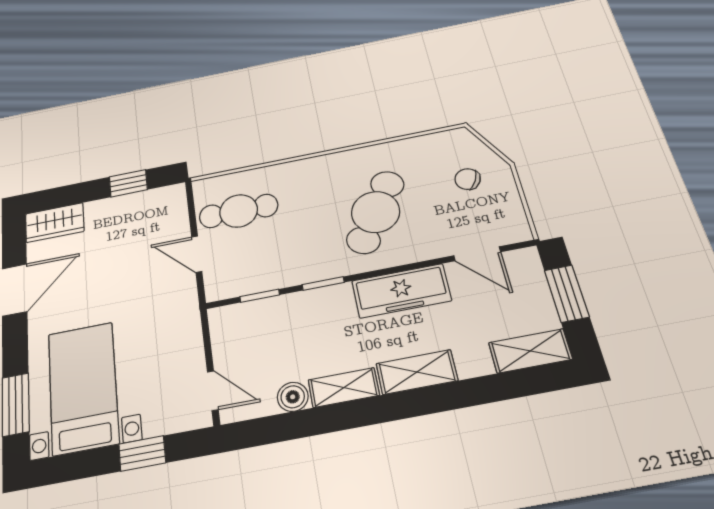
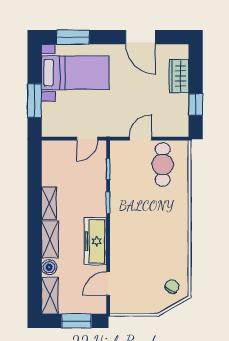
chair: (468, 179) -> (172, 287), moved
cafe table: (376, 212) -> (145, 237), removed
wardrobe: (55, 223) -> (179, 76), moved
door: (213, 391) -> (87, 139), moved
boiler: (293, 397) -> (49, 267), moved
window: (142, 453) -> (35, 101), width x1.50

